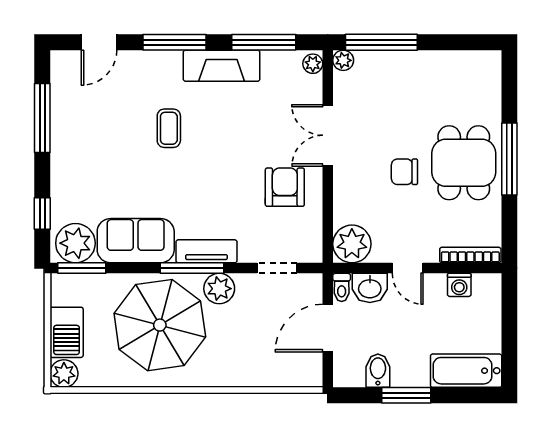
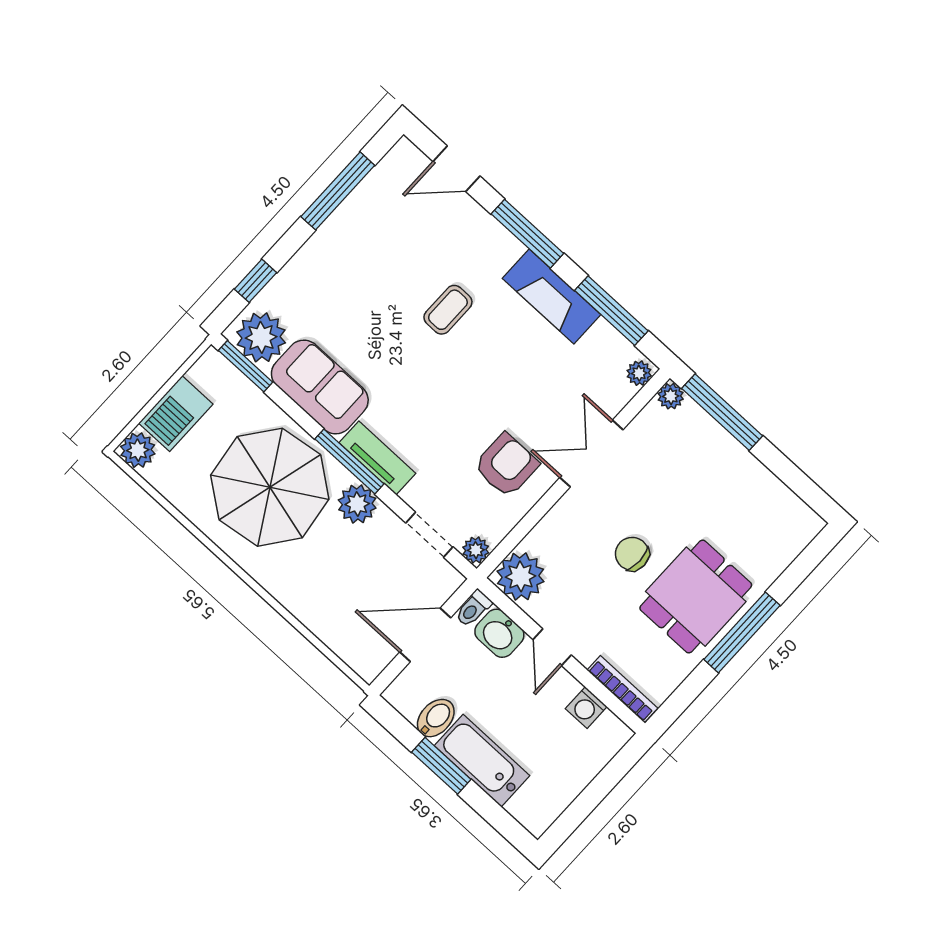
plant: (312, 252) -> (476, 550), added
bathtub: (466, 371) -> (482, 761), moved

